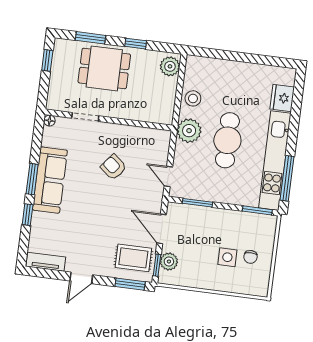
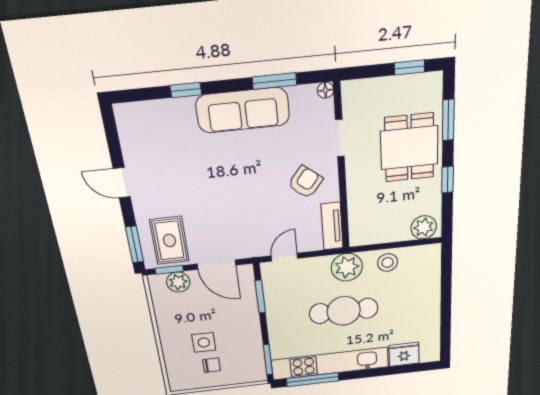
armchair: (113, 167) -> (305, 182), moved
window: (32, 179) -> (274, 81), moved
door: (162, 229) -> (216, 265), swing flipped
chair: (250, 257) -> (212, 365), turned 180
tv unit: (46, 262) -> (332, 226), moved, turned 180

